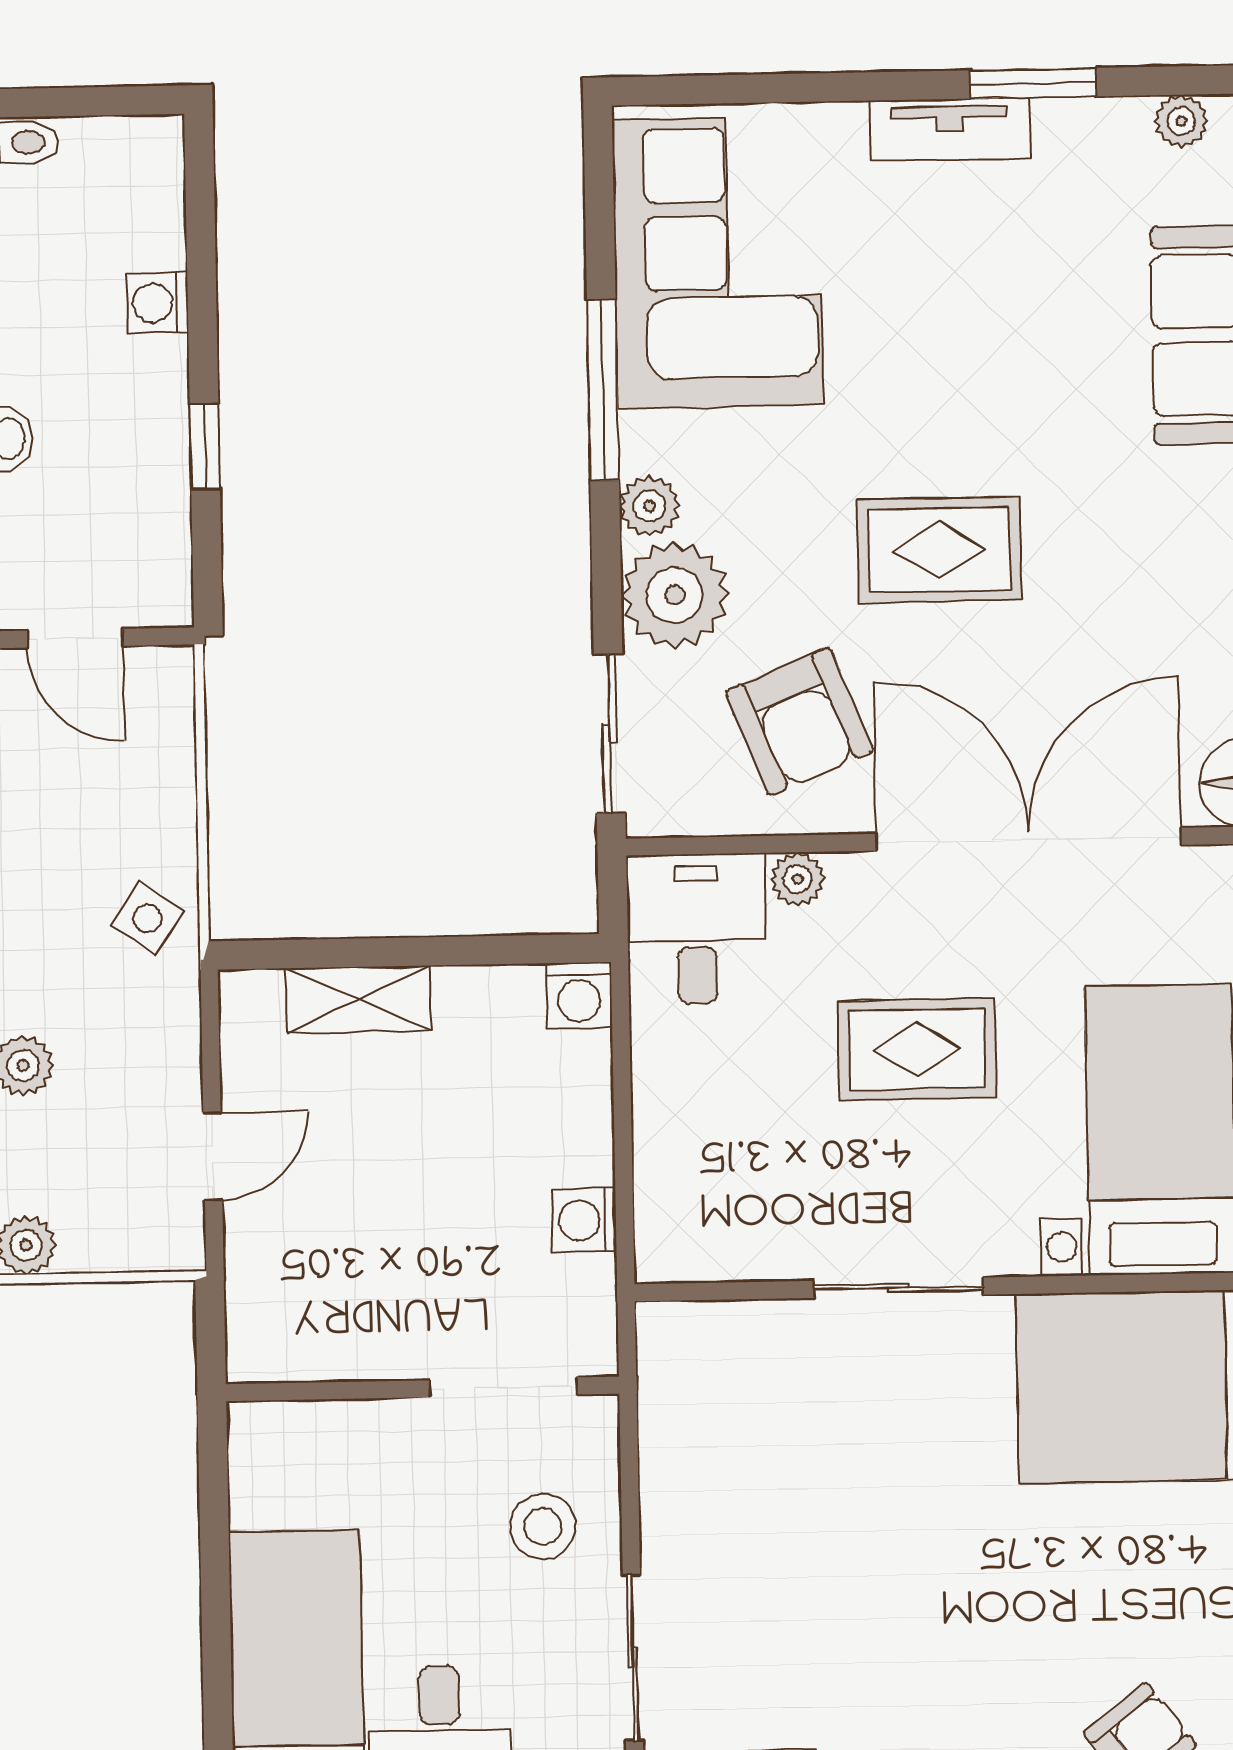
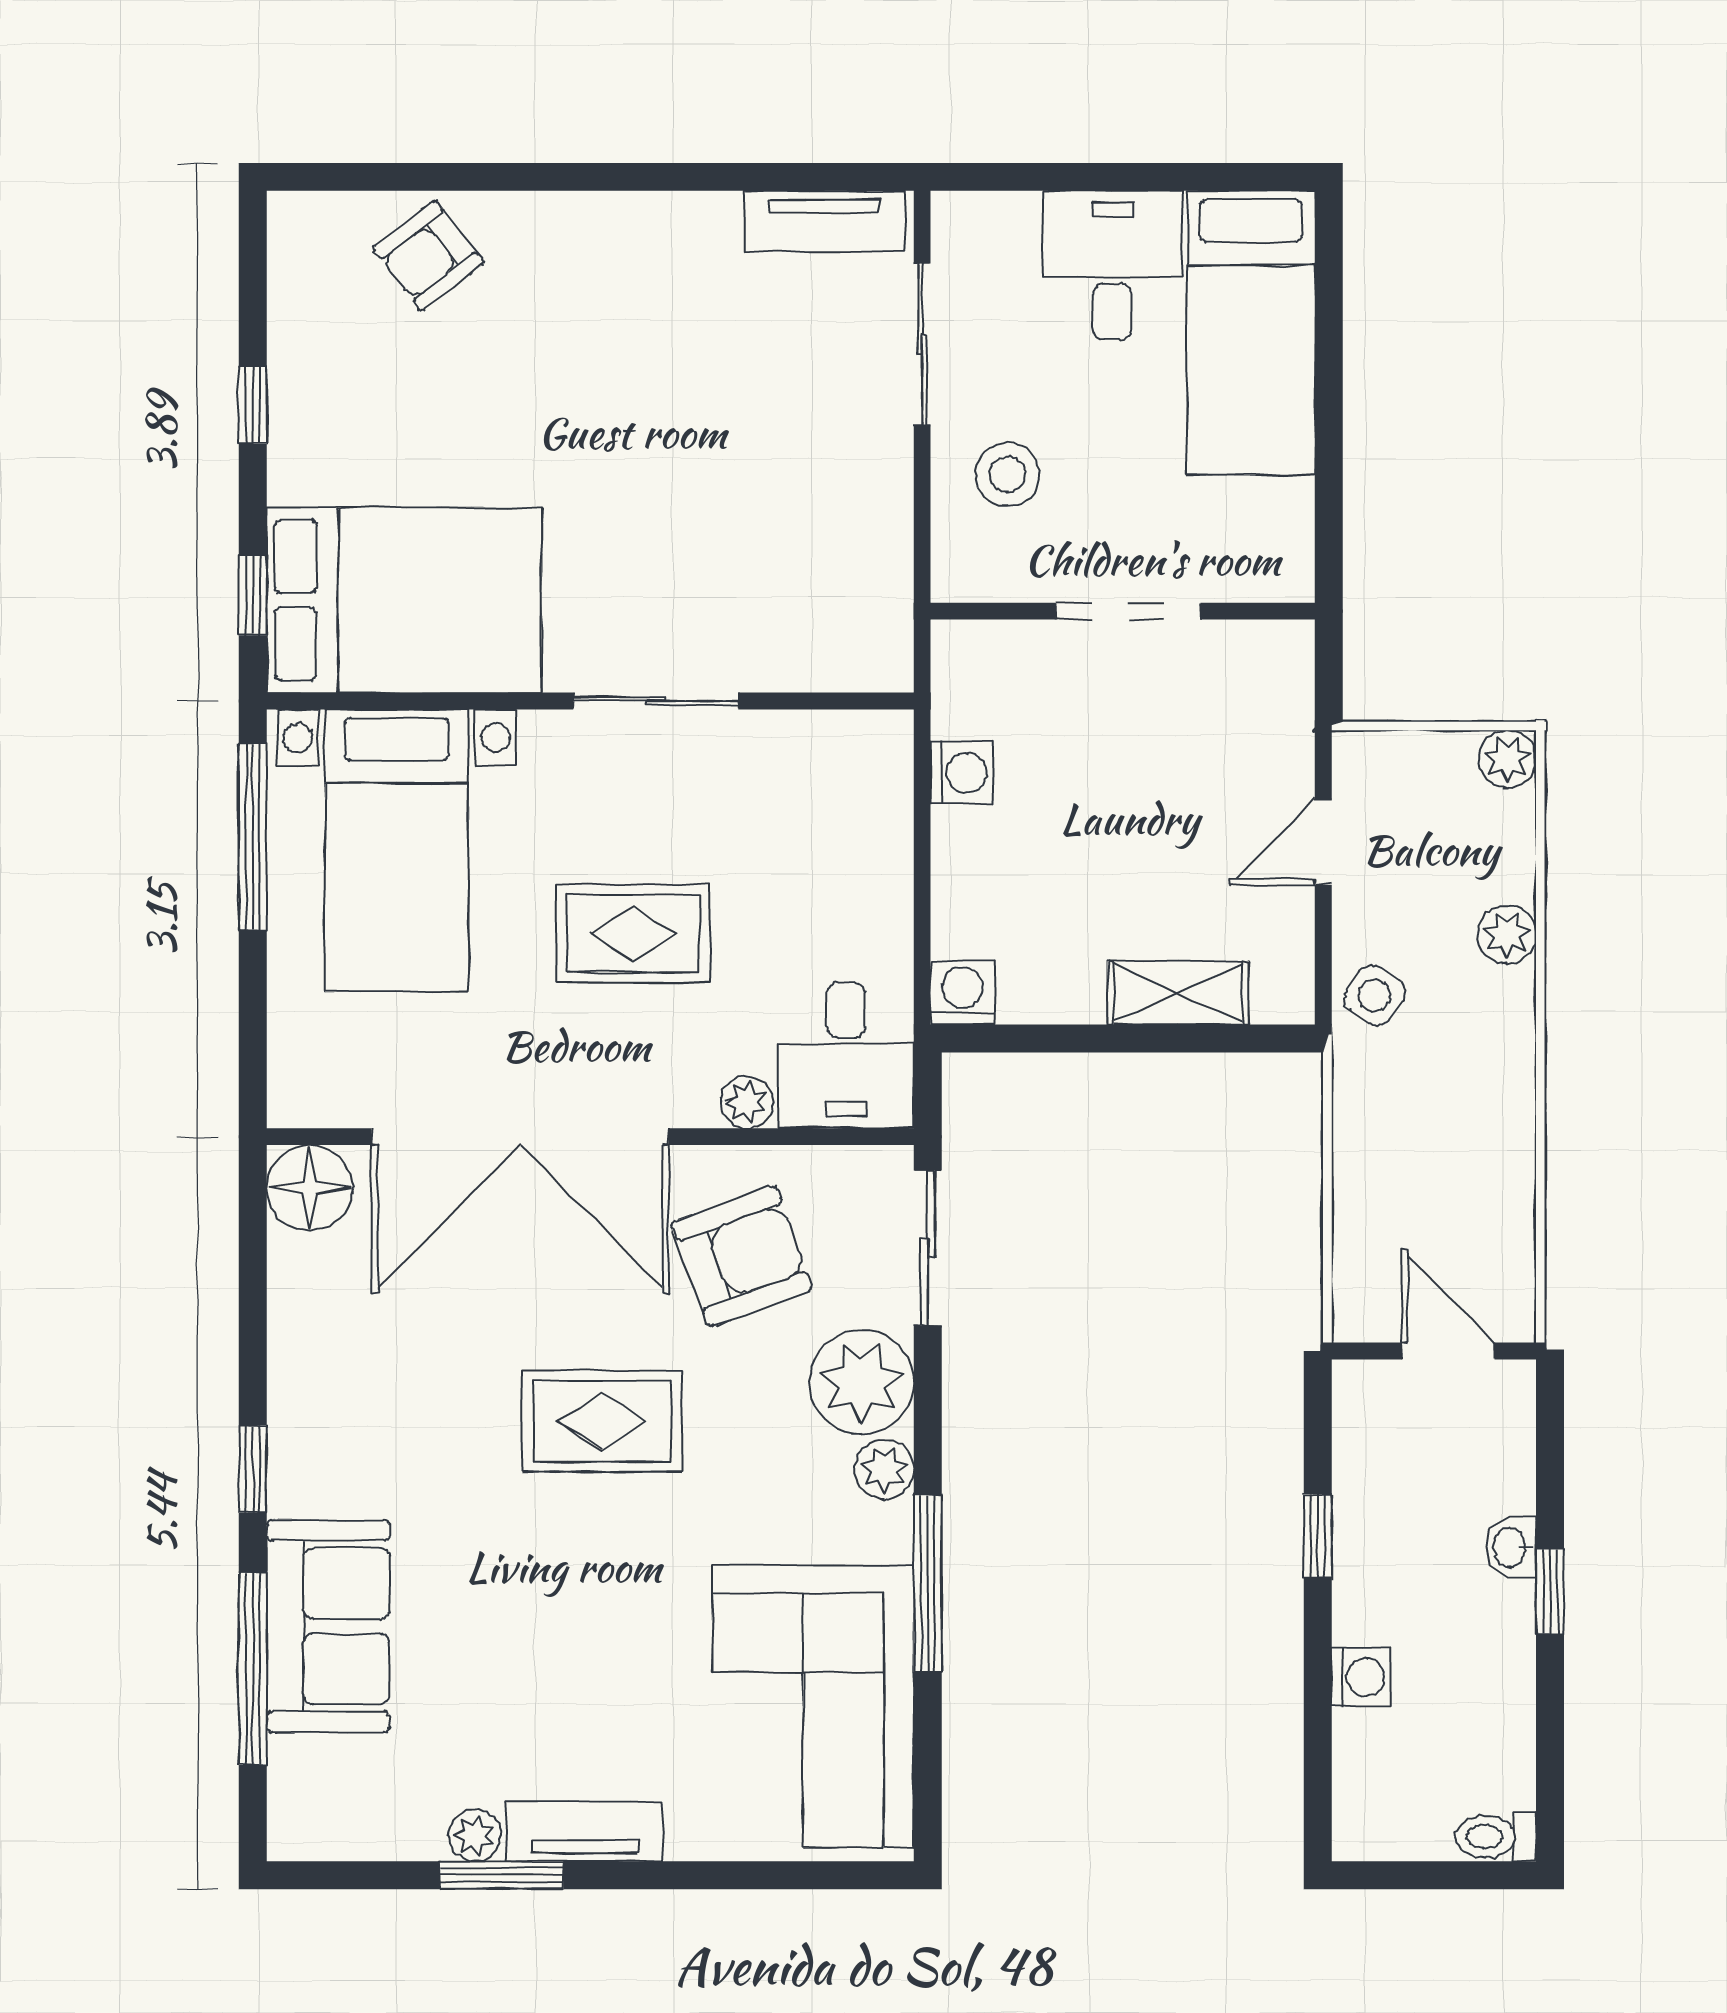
plant: (1181, 121) -> (475, 1835), moved
armchair: (799, 721) -> (742, 1256), turned 92
side table: (147, 918) -> (1374, 995), moved
doorway: (503, 1387) -> (1128, 611), moved

